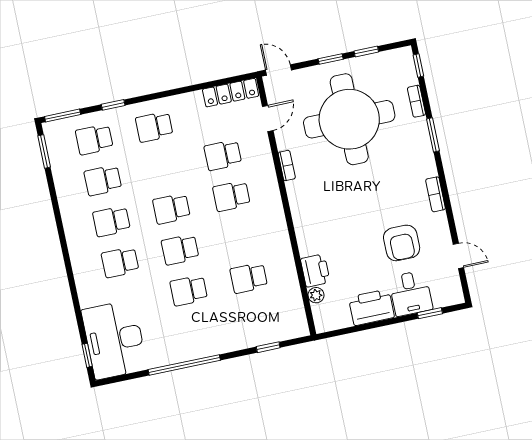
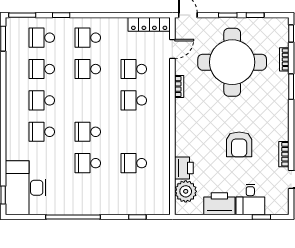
bookcase: (436, 194) -> (284, 154), moved
school desk: (171, 209) -> (88, 69), moved
armchair: (402, 243) -> (239, 144), moved
plant: (316, 295) -> (186, 191), width x1.88, depth x1.88

